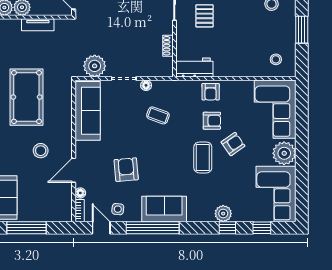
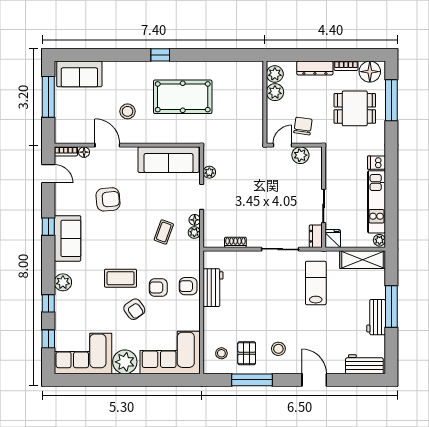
pallet: (205, 16) -> (247, 353), moved, turned 90
tv unit: (38, 25) -> (257, 108), removed
window: (302, 30) -> (252, 380), width x1.44
plant: (95, 66) -> (209, 172), width x0.53, depth x0.53
workbench: (194, 68) -> (213, 288), moved
plant: (158, 86) -> (194, 232), added
armchair: (212, 121) -> (158, 287), turned 90
side table: (118, 209) -> (67, 191), removed
plant: (223, 214) -> (63, 282), moved
door: (101, 228) -> (48, 174), hinge flipped
window: (153, 228) -> (48, 227), width x0.32

